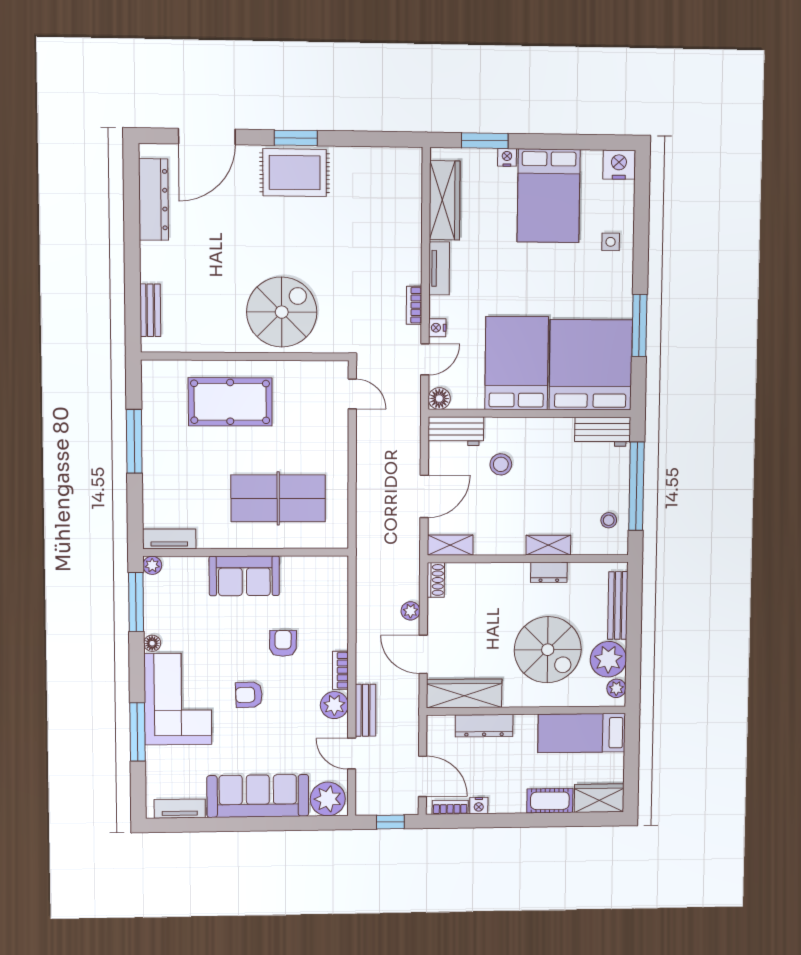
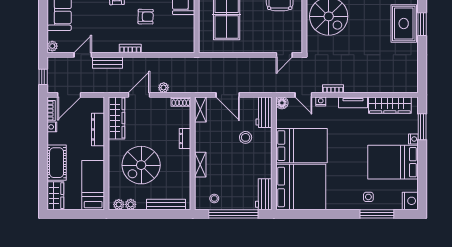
window: (639, 325) -> (377, 214), moved
dresser: (549, 572) -> (185, 138), moved
plant: (608, 659) -> (131, 204), width x0.53, depth x0.53
plant: (334, 705) -> (111, 45), removed
plant: (328, 799) -> (52, 46), width x0.53, depth x0.53
cot: (550, 801) -> (57, 163), width x1.37, depth x1.34

